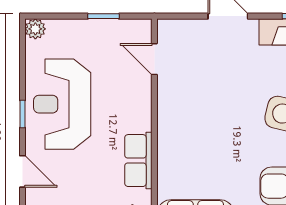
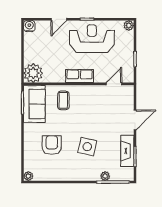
row of seats: (138, 161) -> (80, 76), moved
coffee table: (188, 162) -> (63, 100), added

